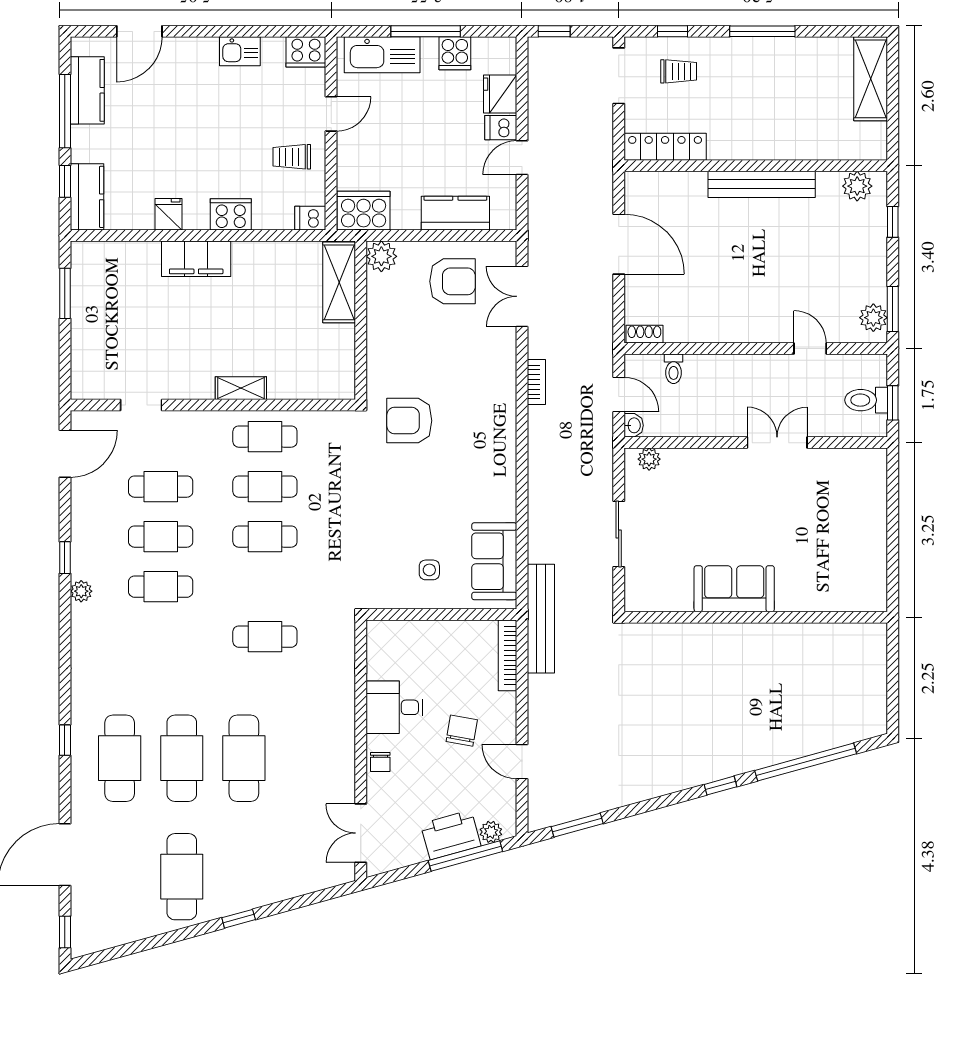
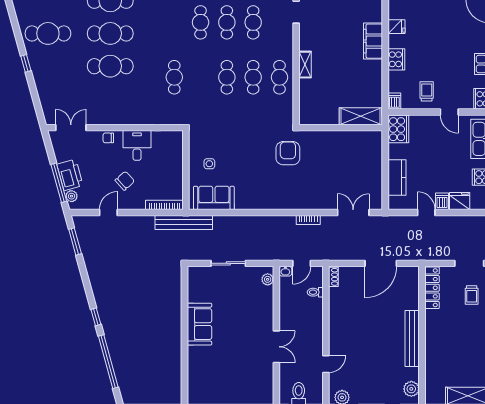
plant: (381, 256) -> (374, 139), removed
armchair: (453, 281) -> (361, 176), removed
chair: (462, 731) -> (125, 181), turned -52

